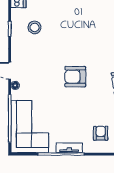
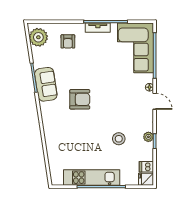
stool: (34, 27) -> (119, 139), moved
plant: (16, 33) -> (148, 137), added
armchair: (75, 77) -> (80, 99), moved

